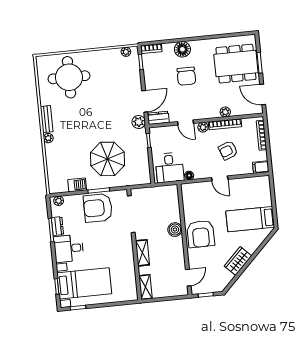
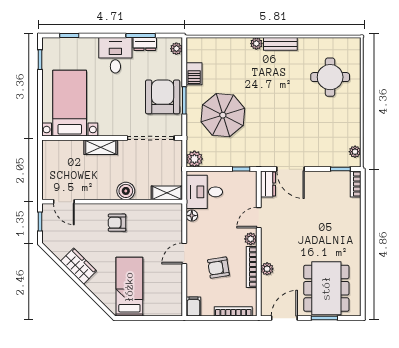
floor lamp: (182, 49) -> (351, 223), removed
chair: (186, 76) -> (317, 225), removed
round table: (69, 77) -> (330, 77), width x0.73, depth x0.73
plant: (139, 122) -> (194, 159), moved
armchair: (228, 150) -> (218, 268), turned -78
armchair: (201, 234) -> (117, 223), width x0.53, depth x0.53
bed with nightstands: (84, 283) -> (70, 103), moved, turned 180
shelving: (146, 287) -> (167, 193), moved

